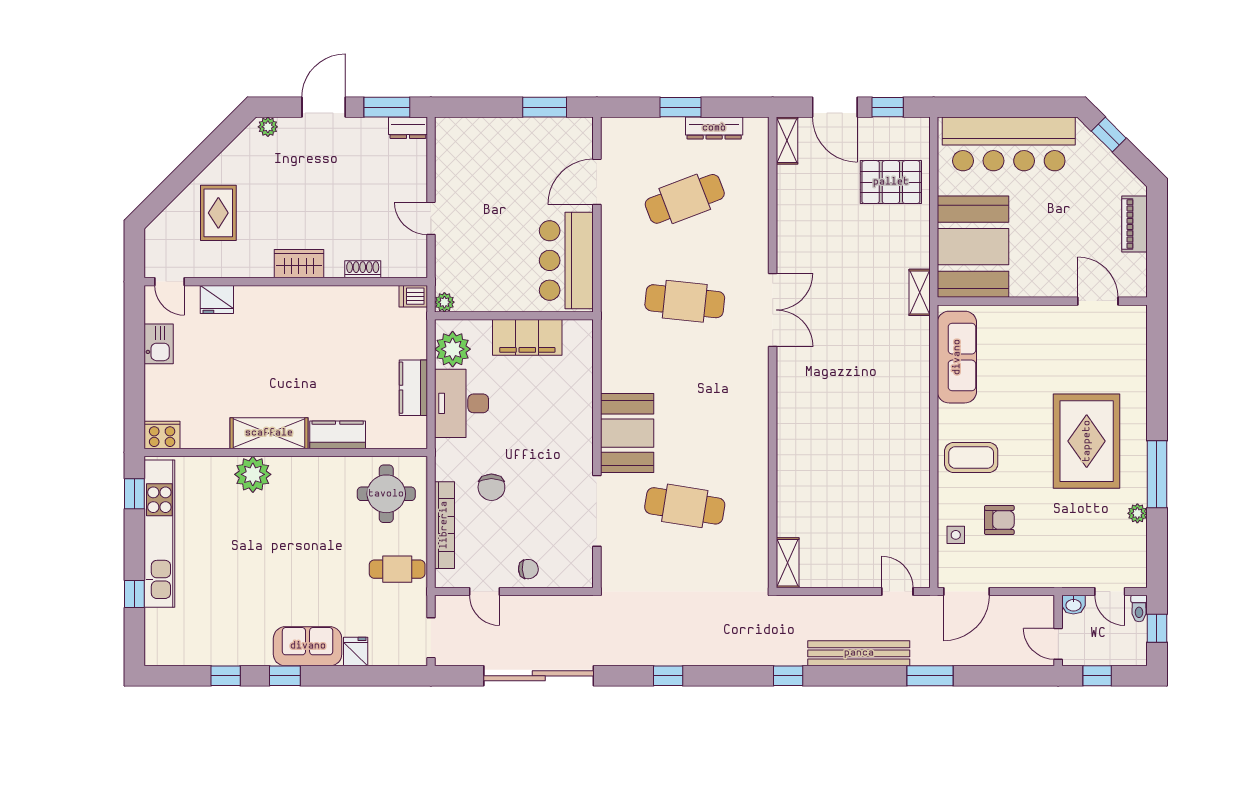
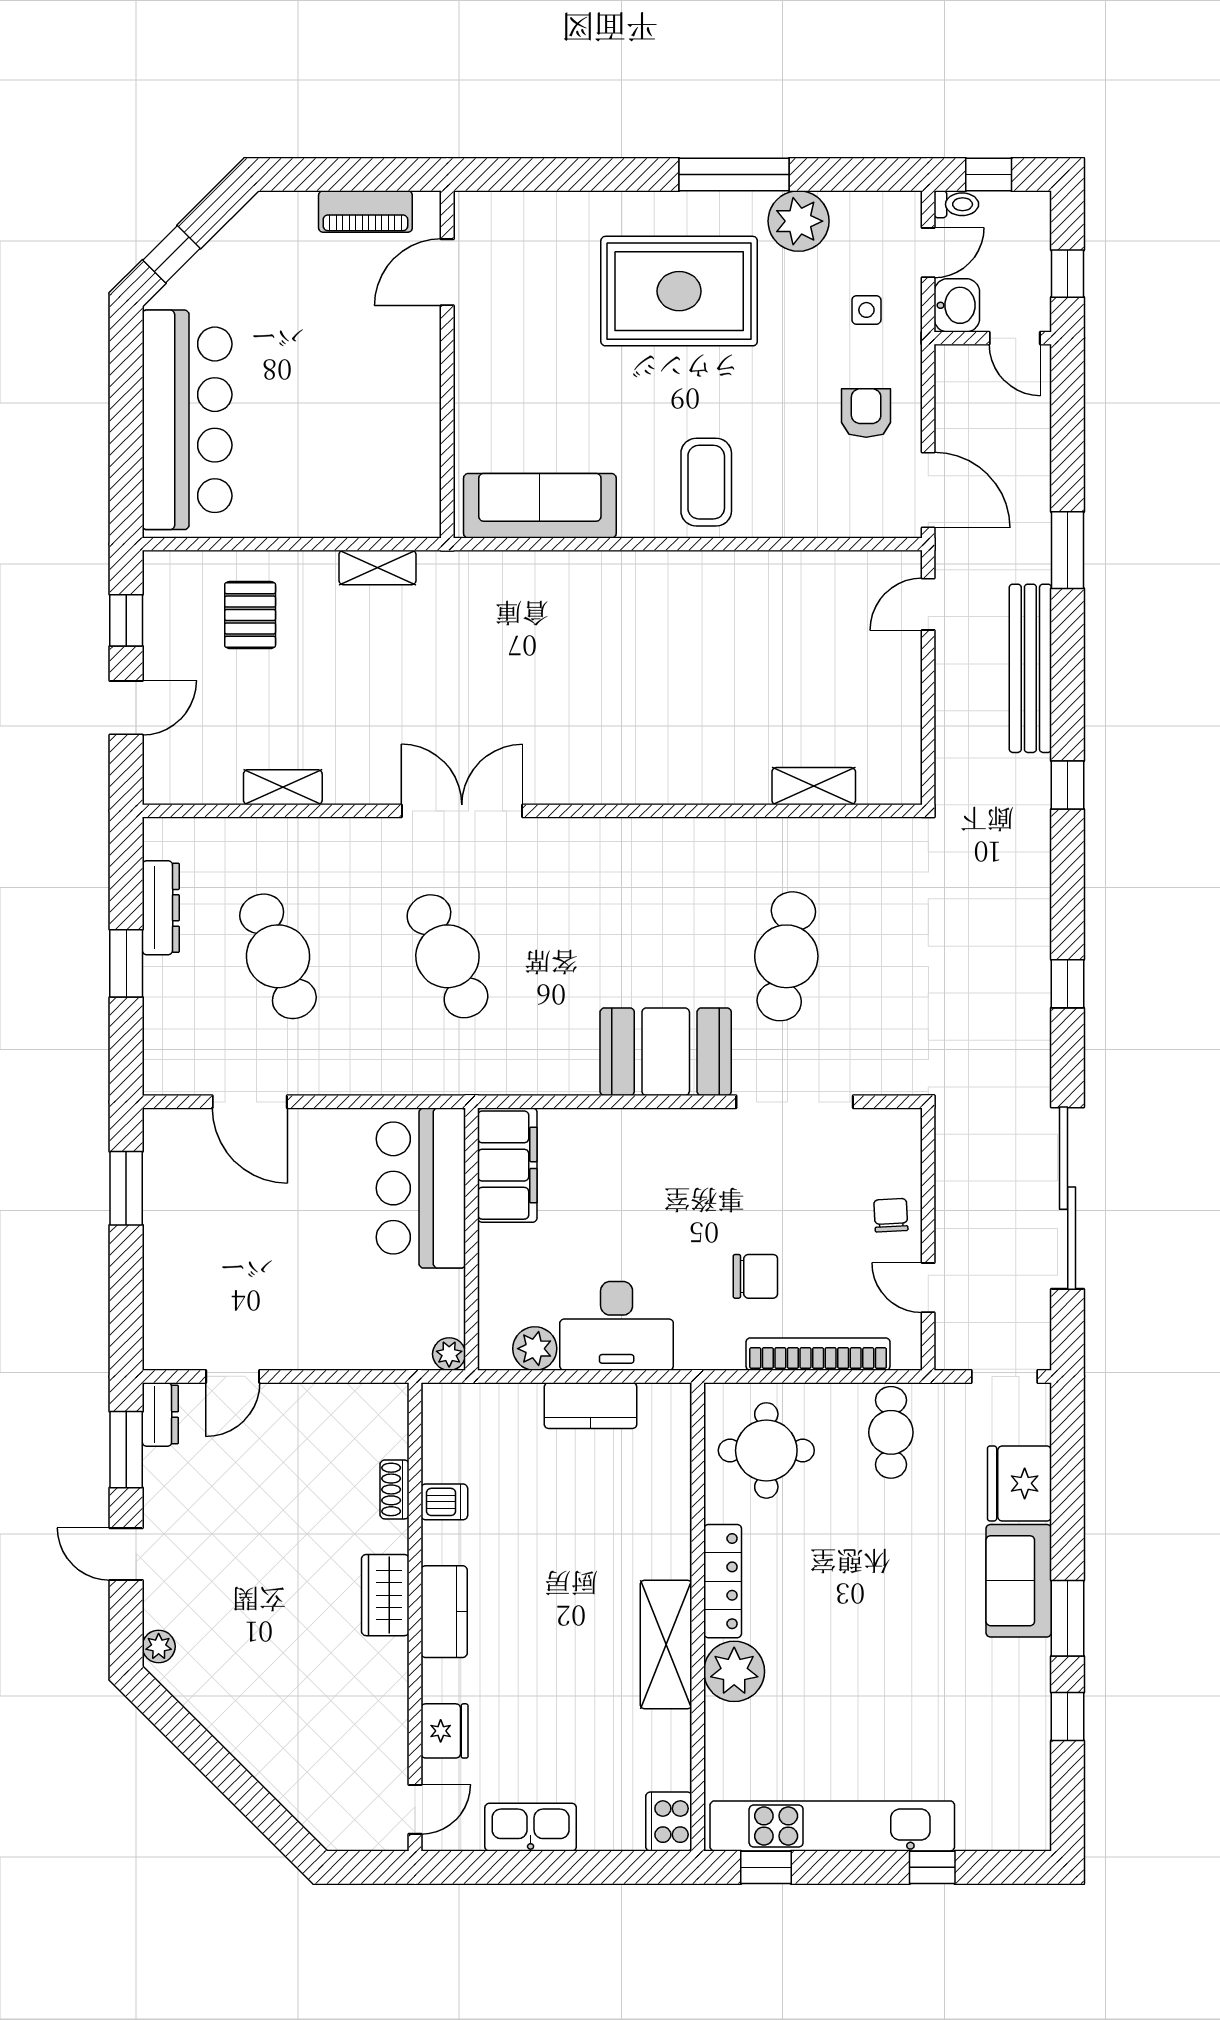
door: (324, 107) -> (126, 1554), width x0.73
door: (835, 107) -> (126, 708), width x0.73
shelving: (787, 141) -> (283, 787), moved
pallet: (891, 182) -> (250, 615), width x0.67, depth x0.71
rug: (218, 213) -> (301, 1728), removed
door: (431, 218) -> (233, 1376), moved
piano: (1135, 224) -> (365, 212), moved
booth: (973, 247) -> (357, 479), removed
bar counter: (566, 260) -> (421, 1188), moved, turned 90
shelving: (920, 292) -> (378, 568), moved
dishwasher: (413, 296) -> (444, 1502), moved, turned -90
cafe table: (685, 301) -> (447, 956), turned -30
filing cabinet: (527, 337) -> (507, 1165), moved
kitchen sink: (159, 344) -> (531, 1827), width x1.38
plant: (453, 349) -> (535, 1349), width x0.73, depth x0.73
kitchen counter: (338, 435) -> (444, 1612), moved, turned 180
locker: (307, 467) -> (723, 1581), added
plant: (1137, 513) -> (799, 221), width x1.88, depth x1.88
armchair: (999, 520) -> (866, 413), moved
side table: (956, 535) -> (866, 310), moved
shelving: (788, 563) -> (814, 786), moved
door: (485, 592) -> (928, 1288), swing flipped
washbasin: (1073, 605) -> (957, 305), width x1.38, depth x1.45
door: (1058, 644) -> (1015, 338), hinge flipped
fridge: (356, 652) -> (1019, 1483), width x1.88, depth x1.34
window: (285, 676) -> (1068, 1618), width x1.50

